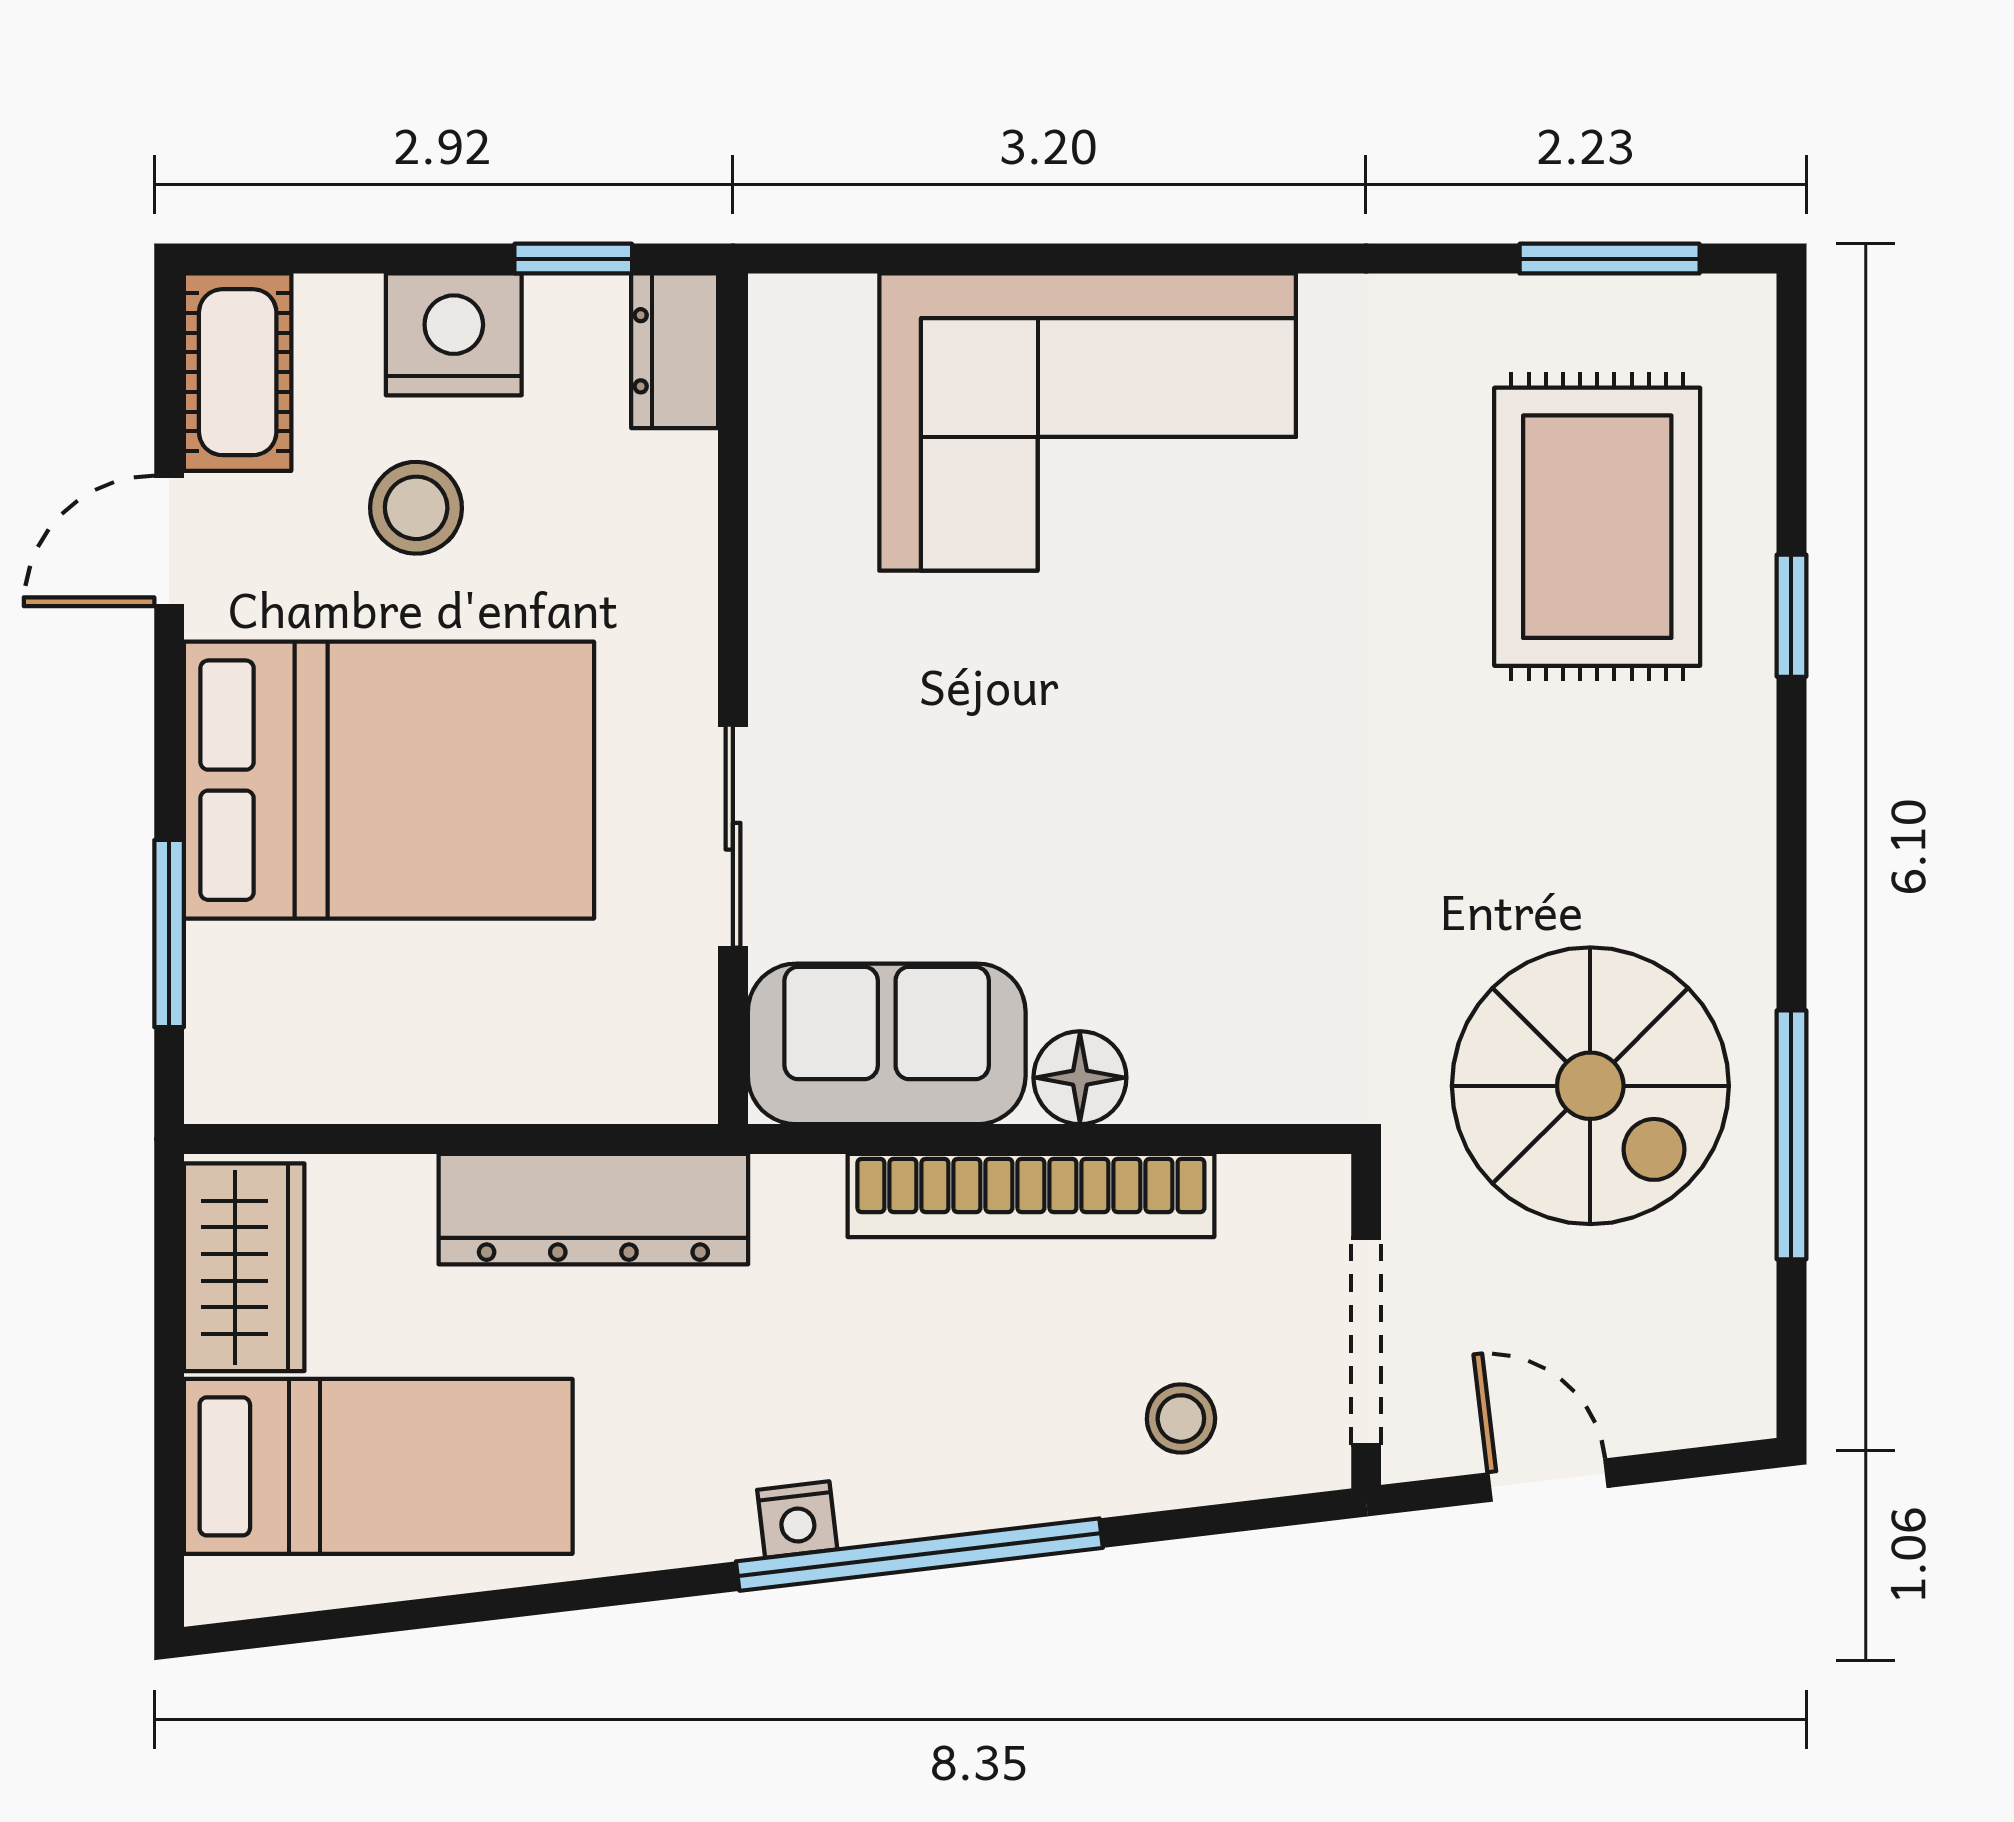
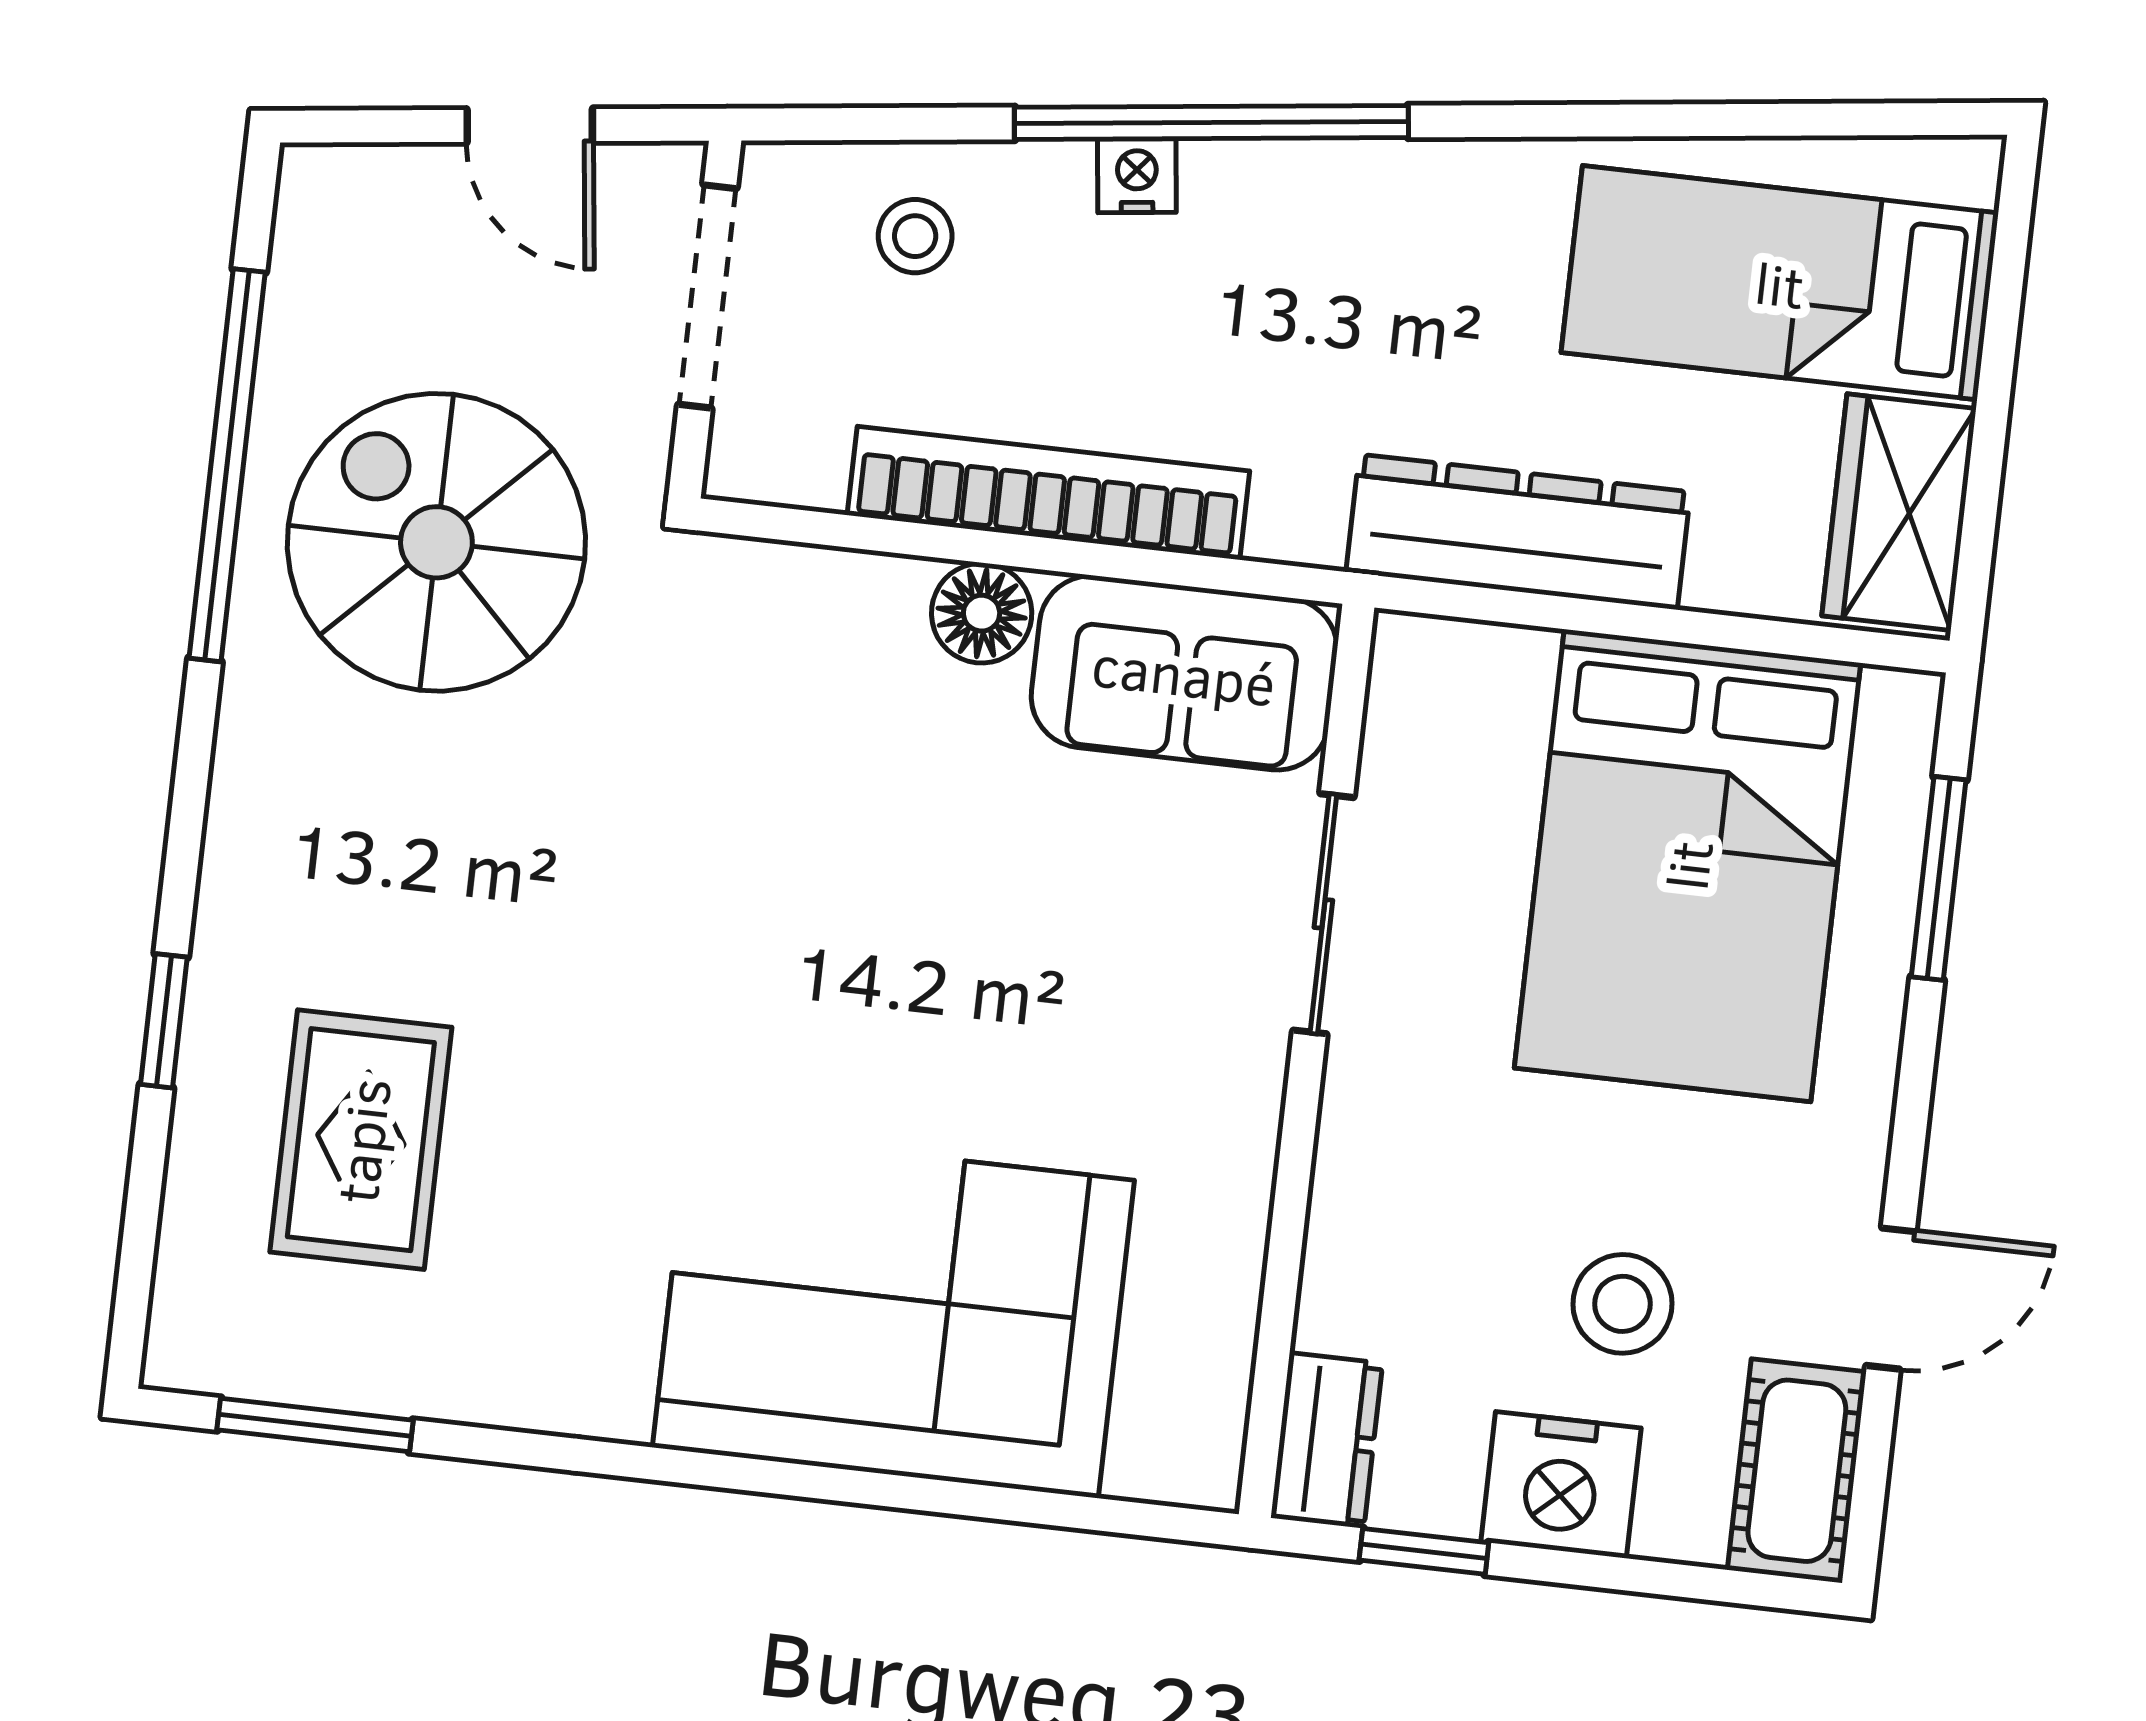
rug: (1597, 527) -> (361, 1140), width x0.73, depth x0.70
bed: (389, 780) -> (1687, 865), moved, turned -90
window: (1791, 1135) -> (227, 465), width x1.46
nightstand: (797, 1520) -> (1137, 176), moved

